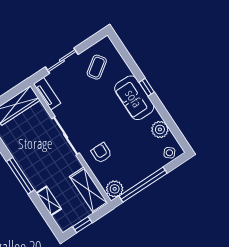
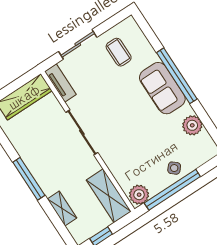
coffee table: (97, 67) -> (119, 52), turned -55
window: (147, 87) -> (177, 76), width x3.17
armchair: (101, 153) -> (124, 152), removed
side table: (169, 153) -> (174, 168), moved

